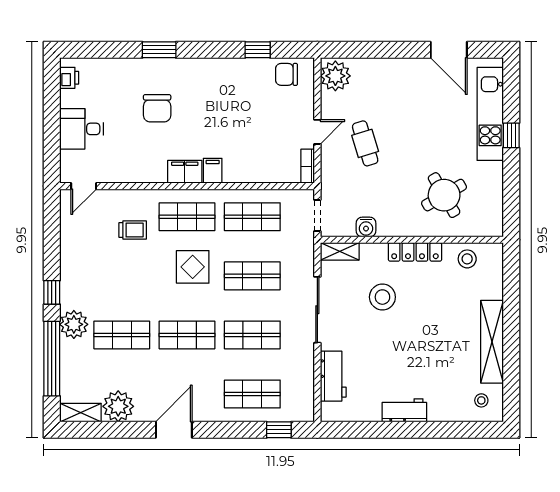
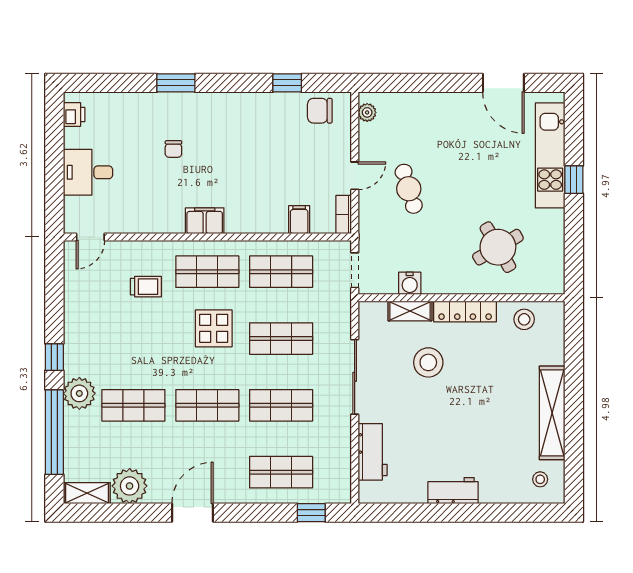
plant: (335, 76) -> (367, 112), width x0.53, depth x0.53
chair: (157, 108) -> (173, 149), width x0.54, depth x0.54
filing cabinet: (213, 171) -> (299, 220), moved
shelving: (340, 251) -> (410, 311), moved

